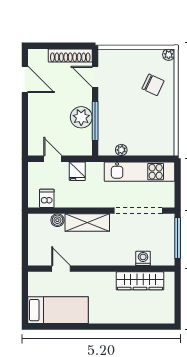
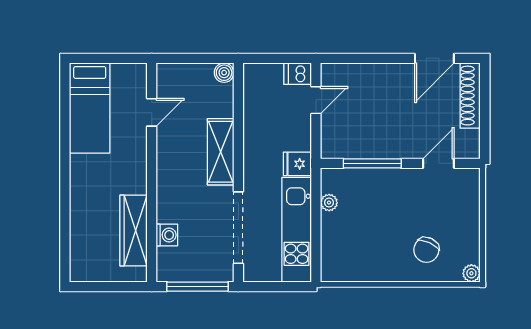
shoe rack: (70, 55) -> (470, 96), moved
plant: (81, 117) -> (378, 143), removed
fridge: (77, 171) -> (297, 164), moved
dishwasher: (47, 198) -> (298, 74), moved, turned 180
boiler: (57, 220) -> (224, 73), moved

